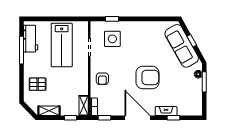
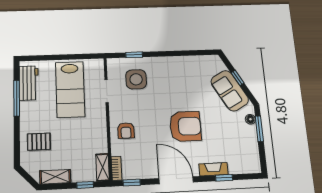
sofa: (182, 46) -> (230, 91), width x0.73

